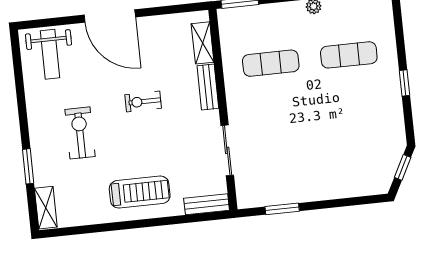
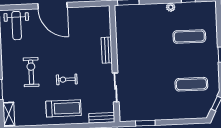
shelving: (203, 43) -> (105, 24), removed
exercise mat: (271, 63) -> (191, 84), moved
exercise bike: (143, 102) -> (67, 79), moved

